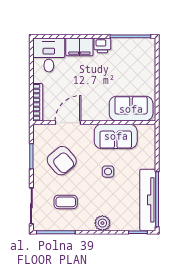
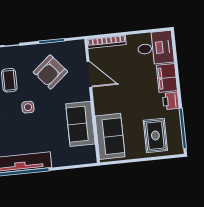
rug: (135, 64) -> (155, 135), added
side table: (108, 172) -> (28, 107), moved

